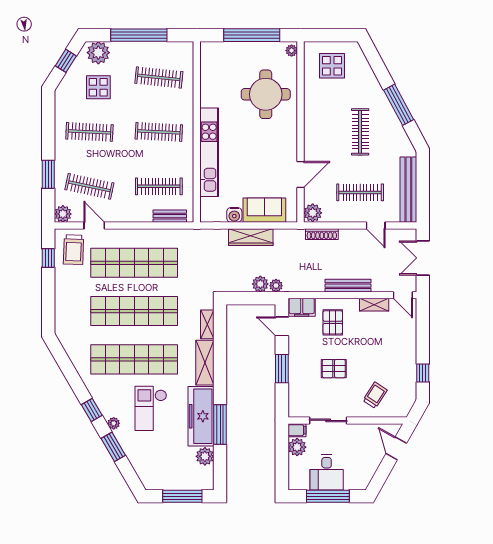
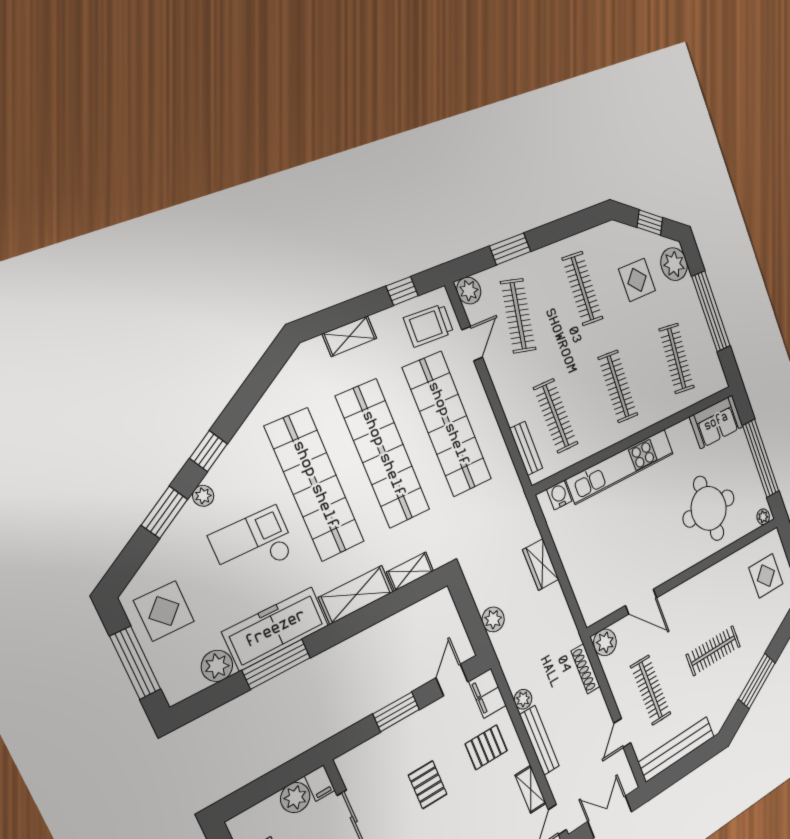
sofa: (264, 210) -> (716, 422), moved, turned 90
water cooler: (234, 215) -> (559, 495), moved, turned 90
wardrobe: (251, 237) -> (541, 565), width x0.67
plant: (276, 286) -> (523, 699), moved
shelving: (62, 302) -> (349, 336), added
display table: (163, 470) -> (164, 611), added

